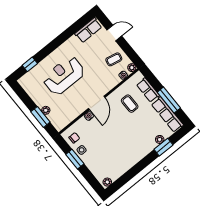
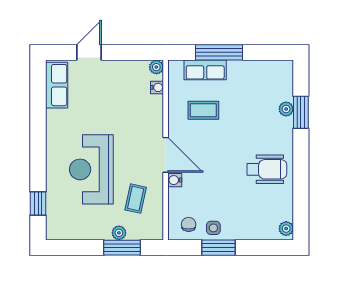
coffee table: (114, 59) -> (136, 199), moved
window: (169, 100) -> (219, 52), moved
row of seats: (167, 115) -> (260, 71), removed
wheelchair: (126, 152) -> (267, 169), added

